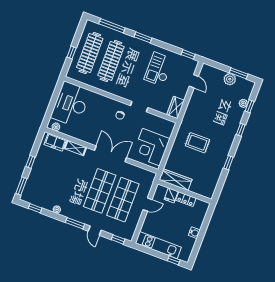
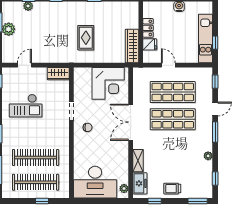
window: (30, 162) -> (155, 201), moved
trolley: (40, 168) -> (172, 189), added
window: (174, 260) -> (215, 43), moved

